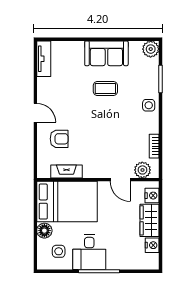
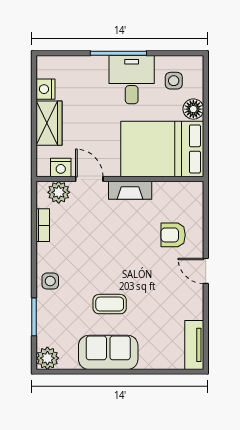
fireplace: (66, 171) -> (130, 190), moved
nightstand: (152, 196) -> (61, 167), moved, turned -90

